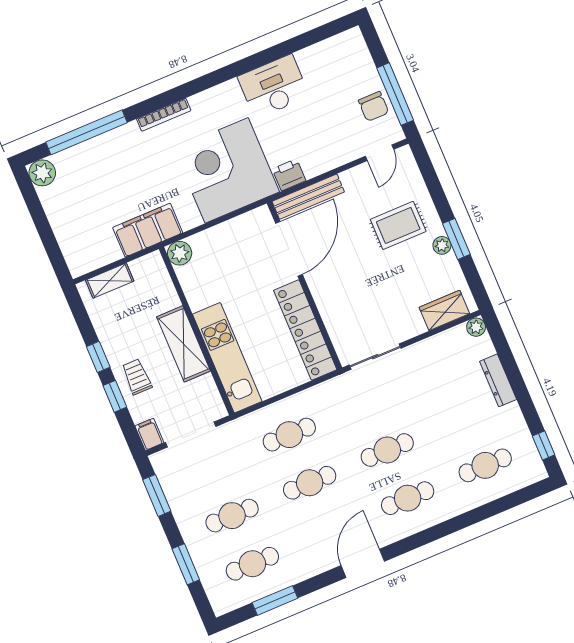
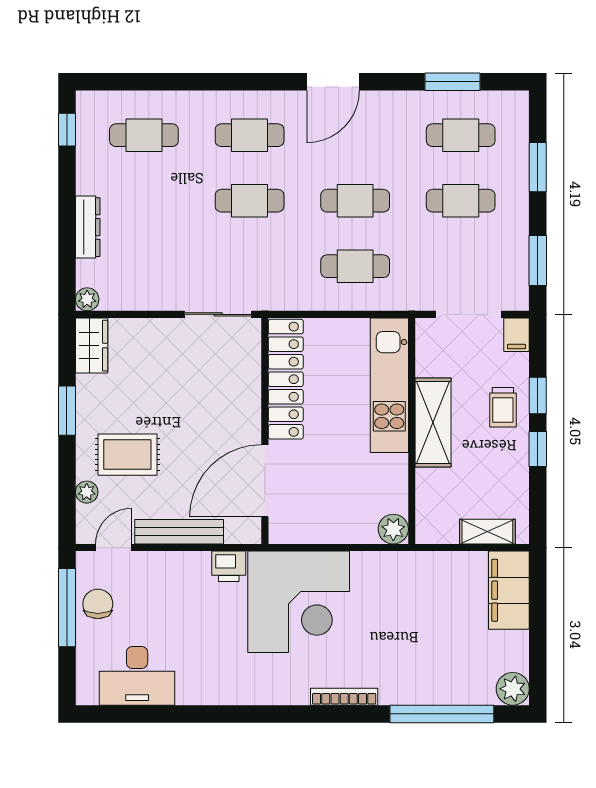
desk: (273, 86) -> (137, 676), moved
bench: (308, 197) -> (179, 532), moved
filing cabinet: (148, 230) -> (509, 590), moved, turned 90
plant: (442, 245) -> (87, 492), moved
wardrobe: (444, 310) -> (92, 346), moved, turned -90

